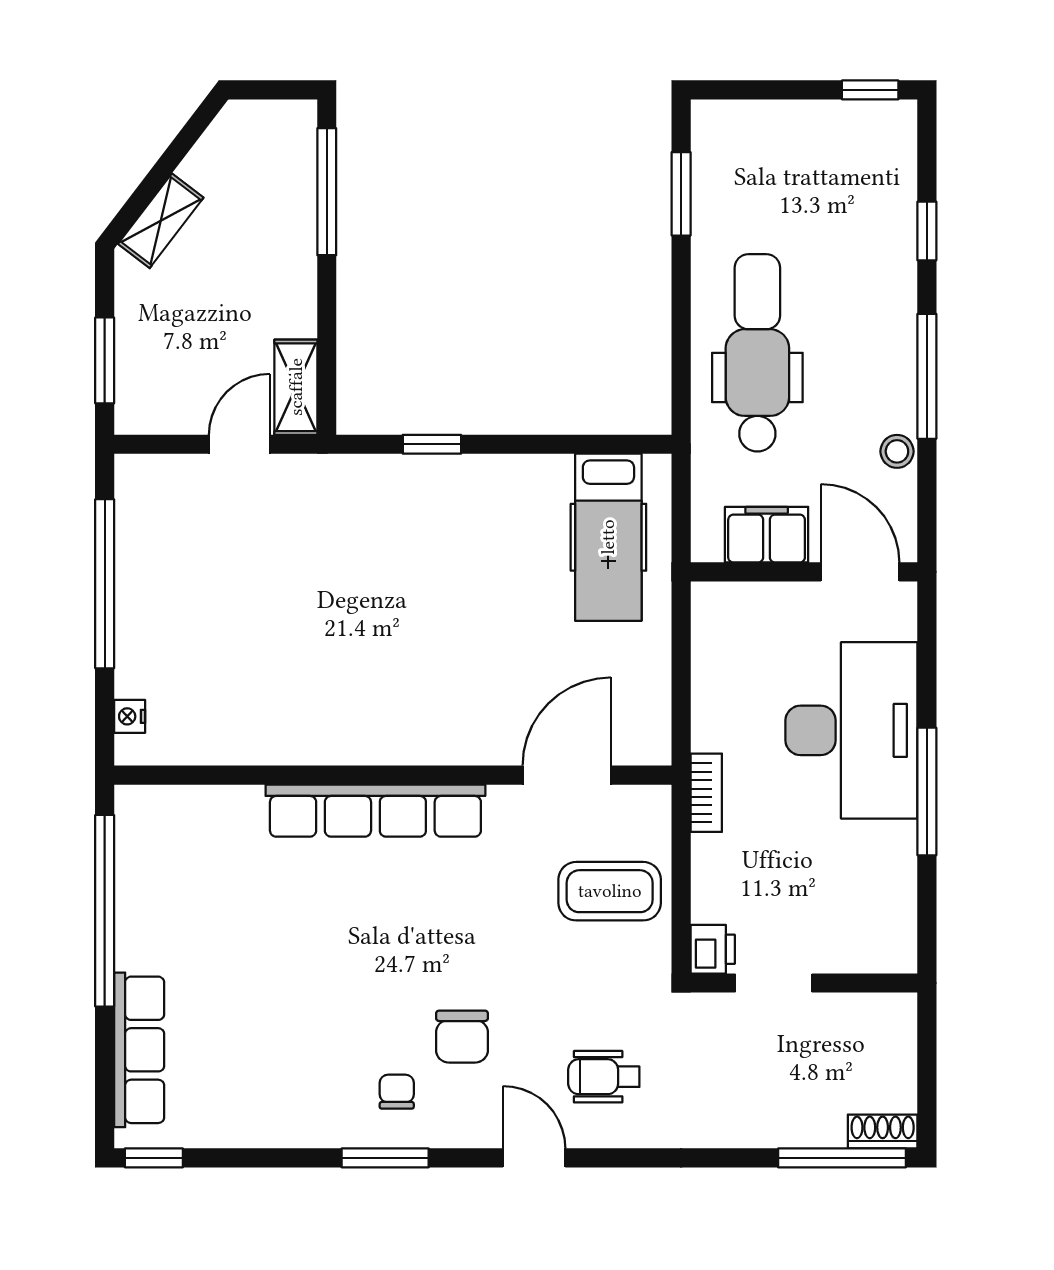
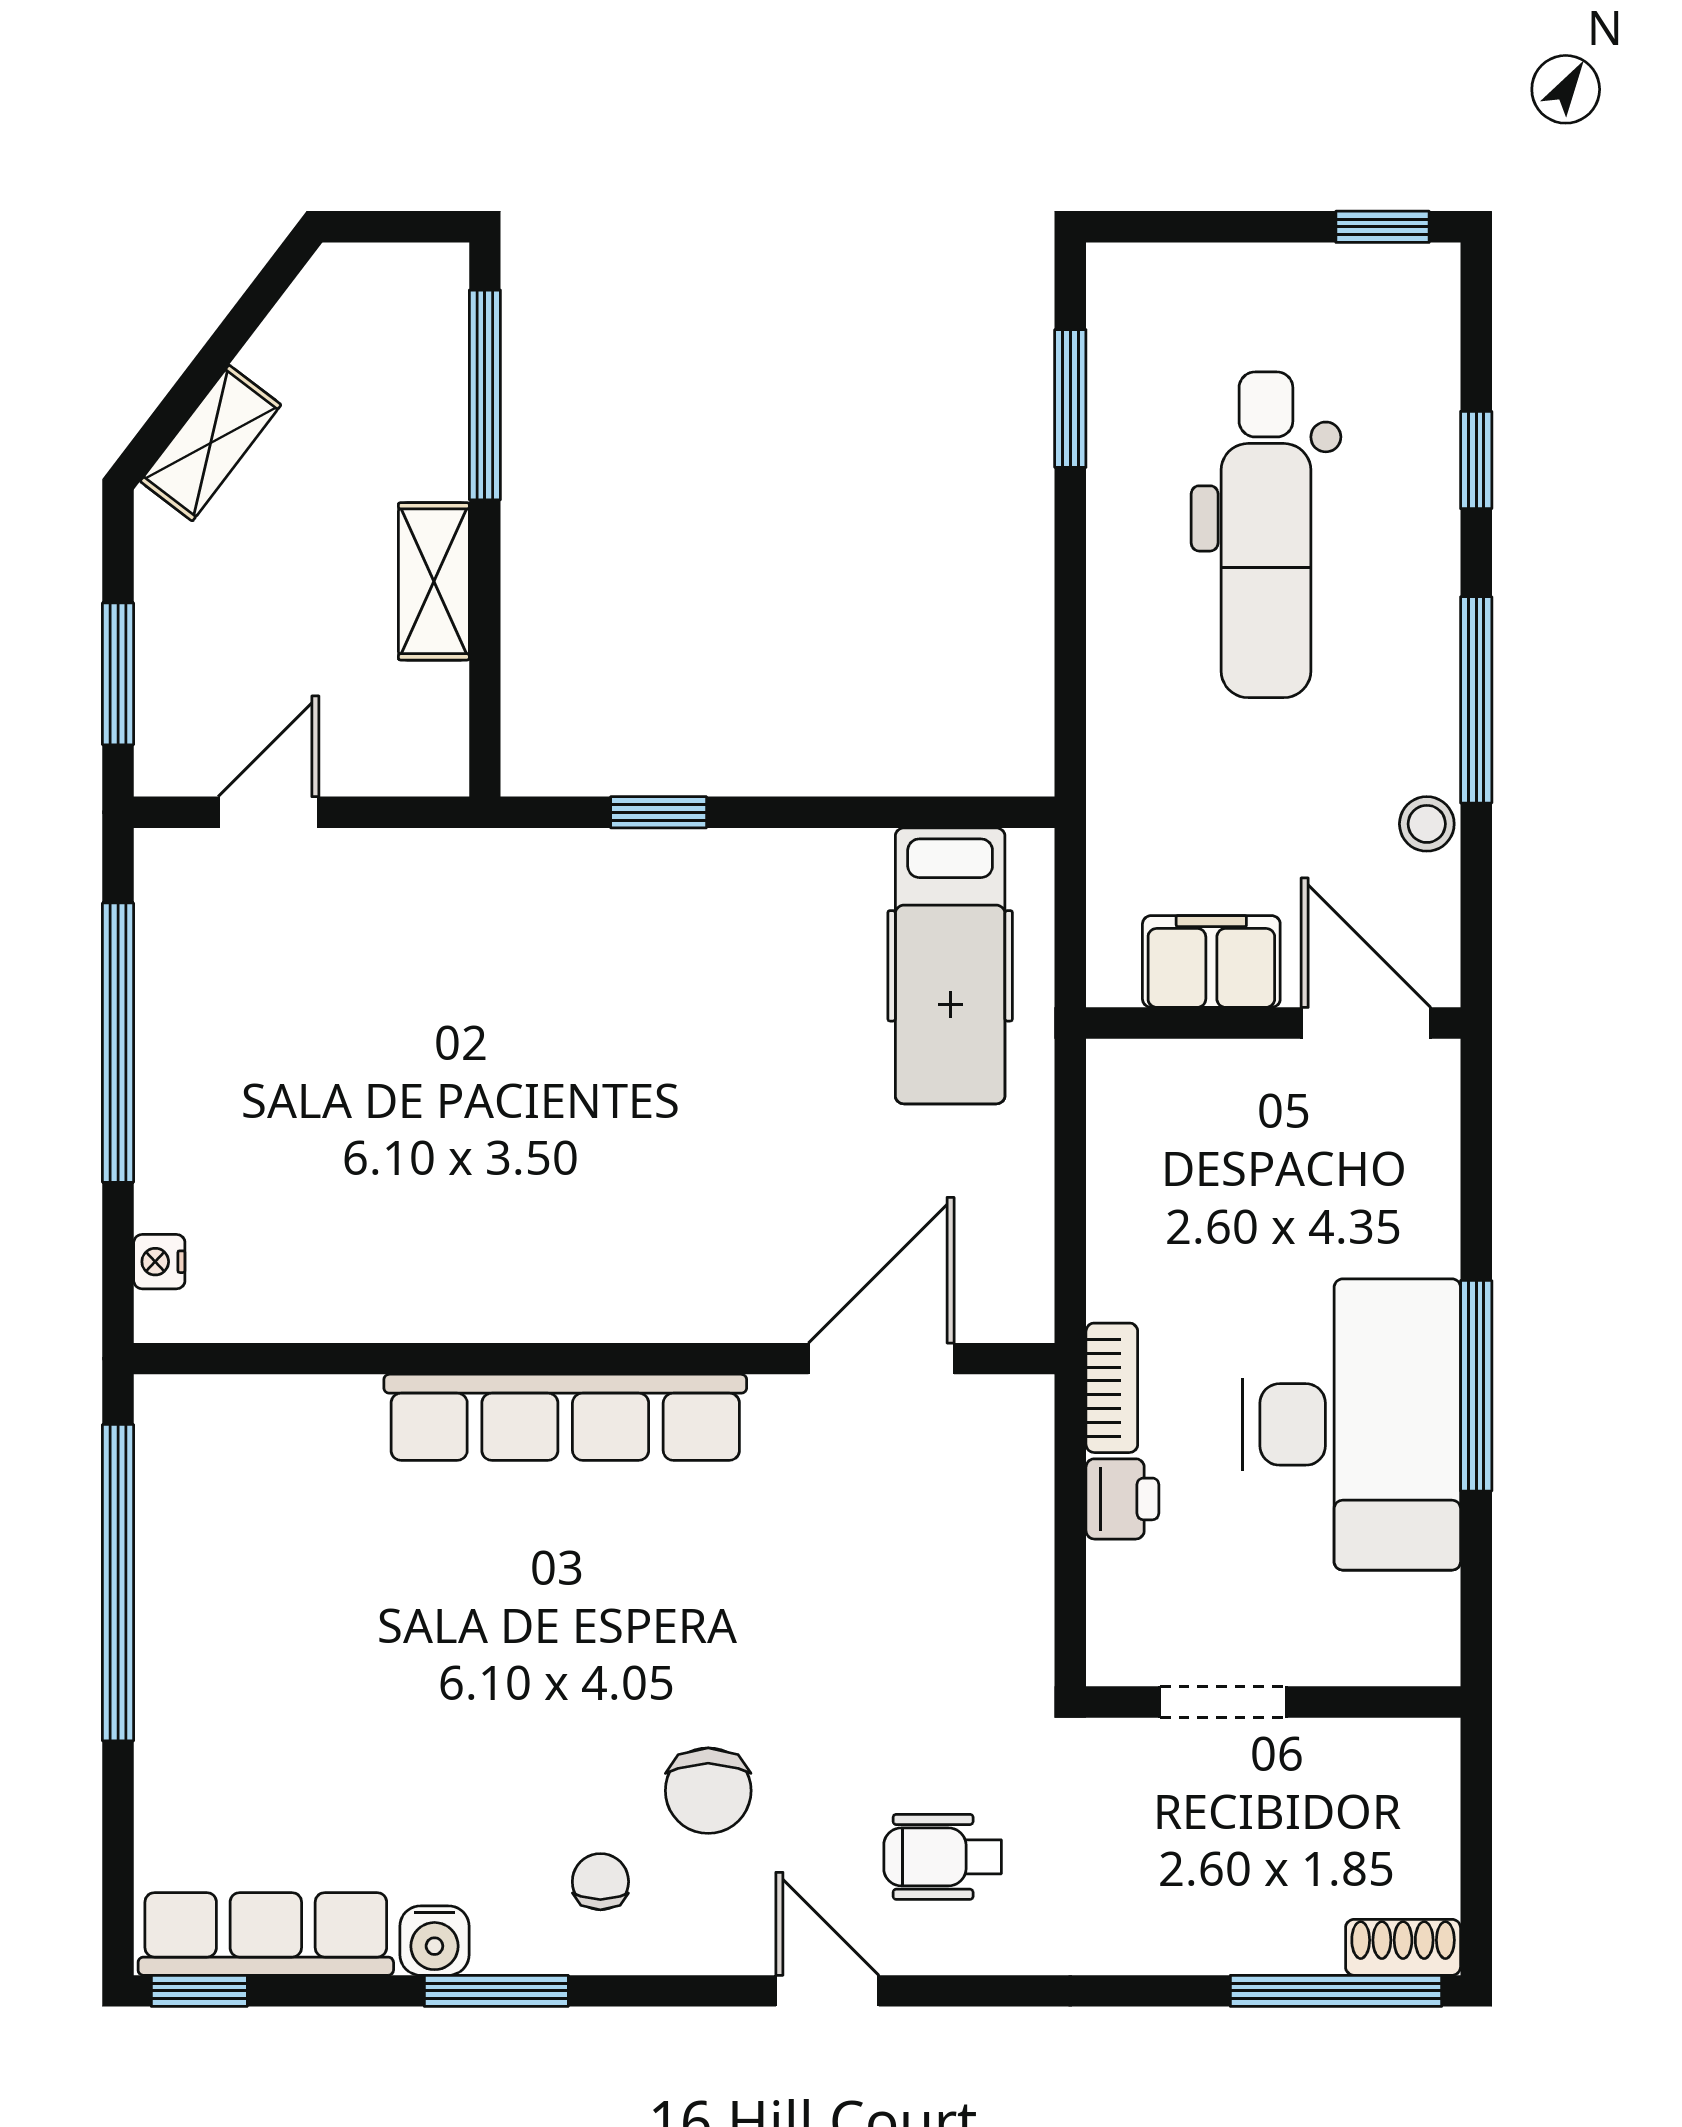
dental chair: (757, 353) -> (1266, 535), moved, turned 180
shelving: (296, 387) -> (434, 581), moved
door: (239, 444) -> (269, 812), moved
desk: (851, 730) -> (1352, 1424), moved
coffee table: (610, 891) -> (952, 1550), removed
printer: (713, 949) -> (1122, 1499), moved
row of seats: (139, 1050) -> (266, 1934), moved, turned -90
water cooler: (296, 1127) -> (434, 1941), added
window: (385, 1158) -> (496, 1991), moved

